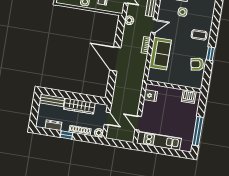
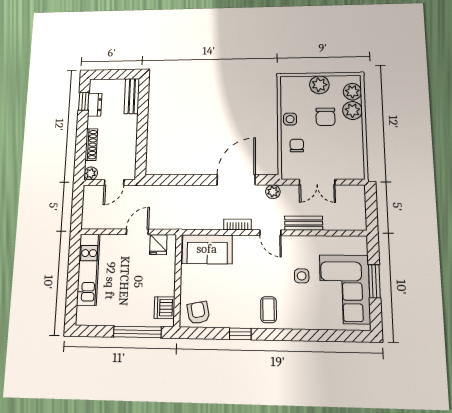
sofa: (160, 54) -> (207, 249), moved
door: (115, 59) -> (236, 180), moved
armchair: (197, 64) -> (198, 313), moved
wardrobe: (79, 106) -> (128, 138), removed
door: (138, 123) -> (137, 232), moved
window: (198, 131) -> (137, 332), moved
window: (66, 135) -> (84, 101), moved

